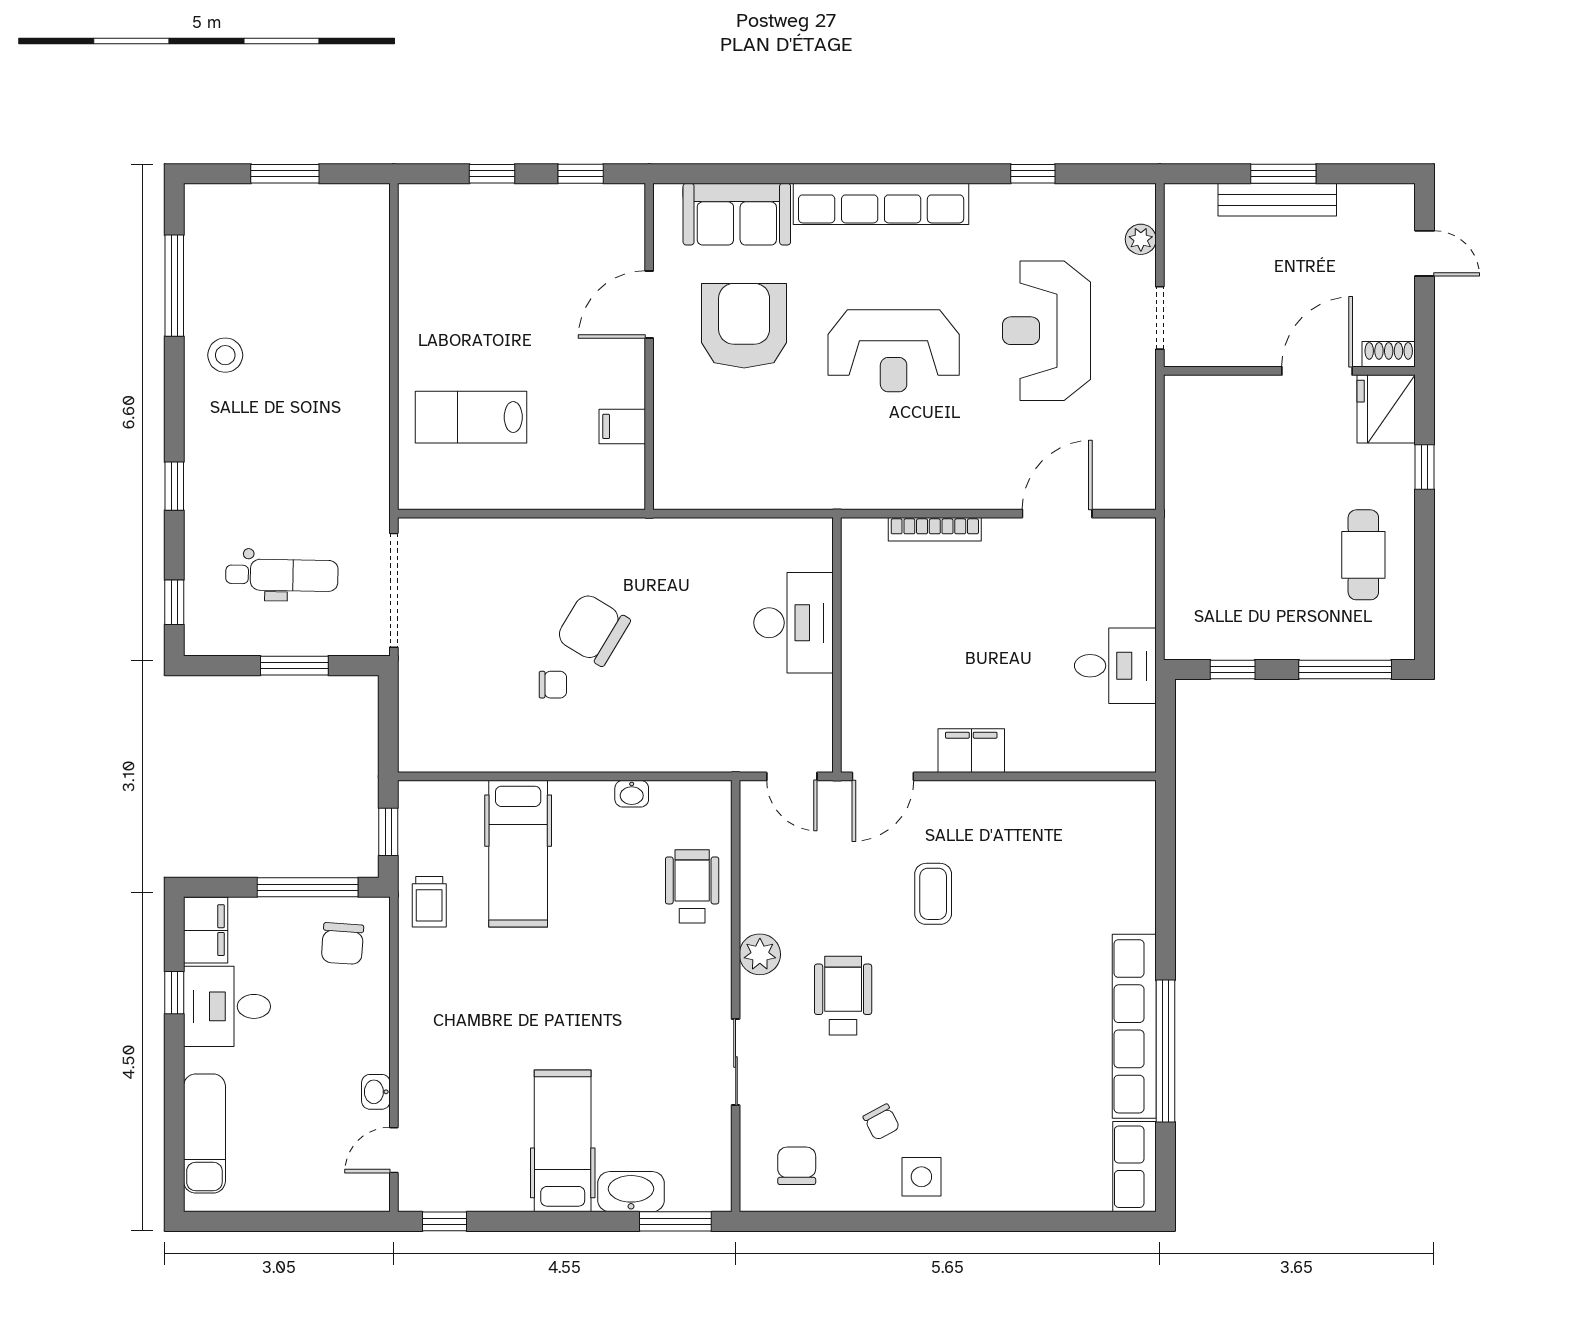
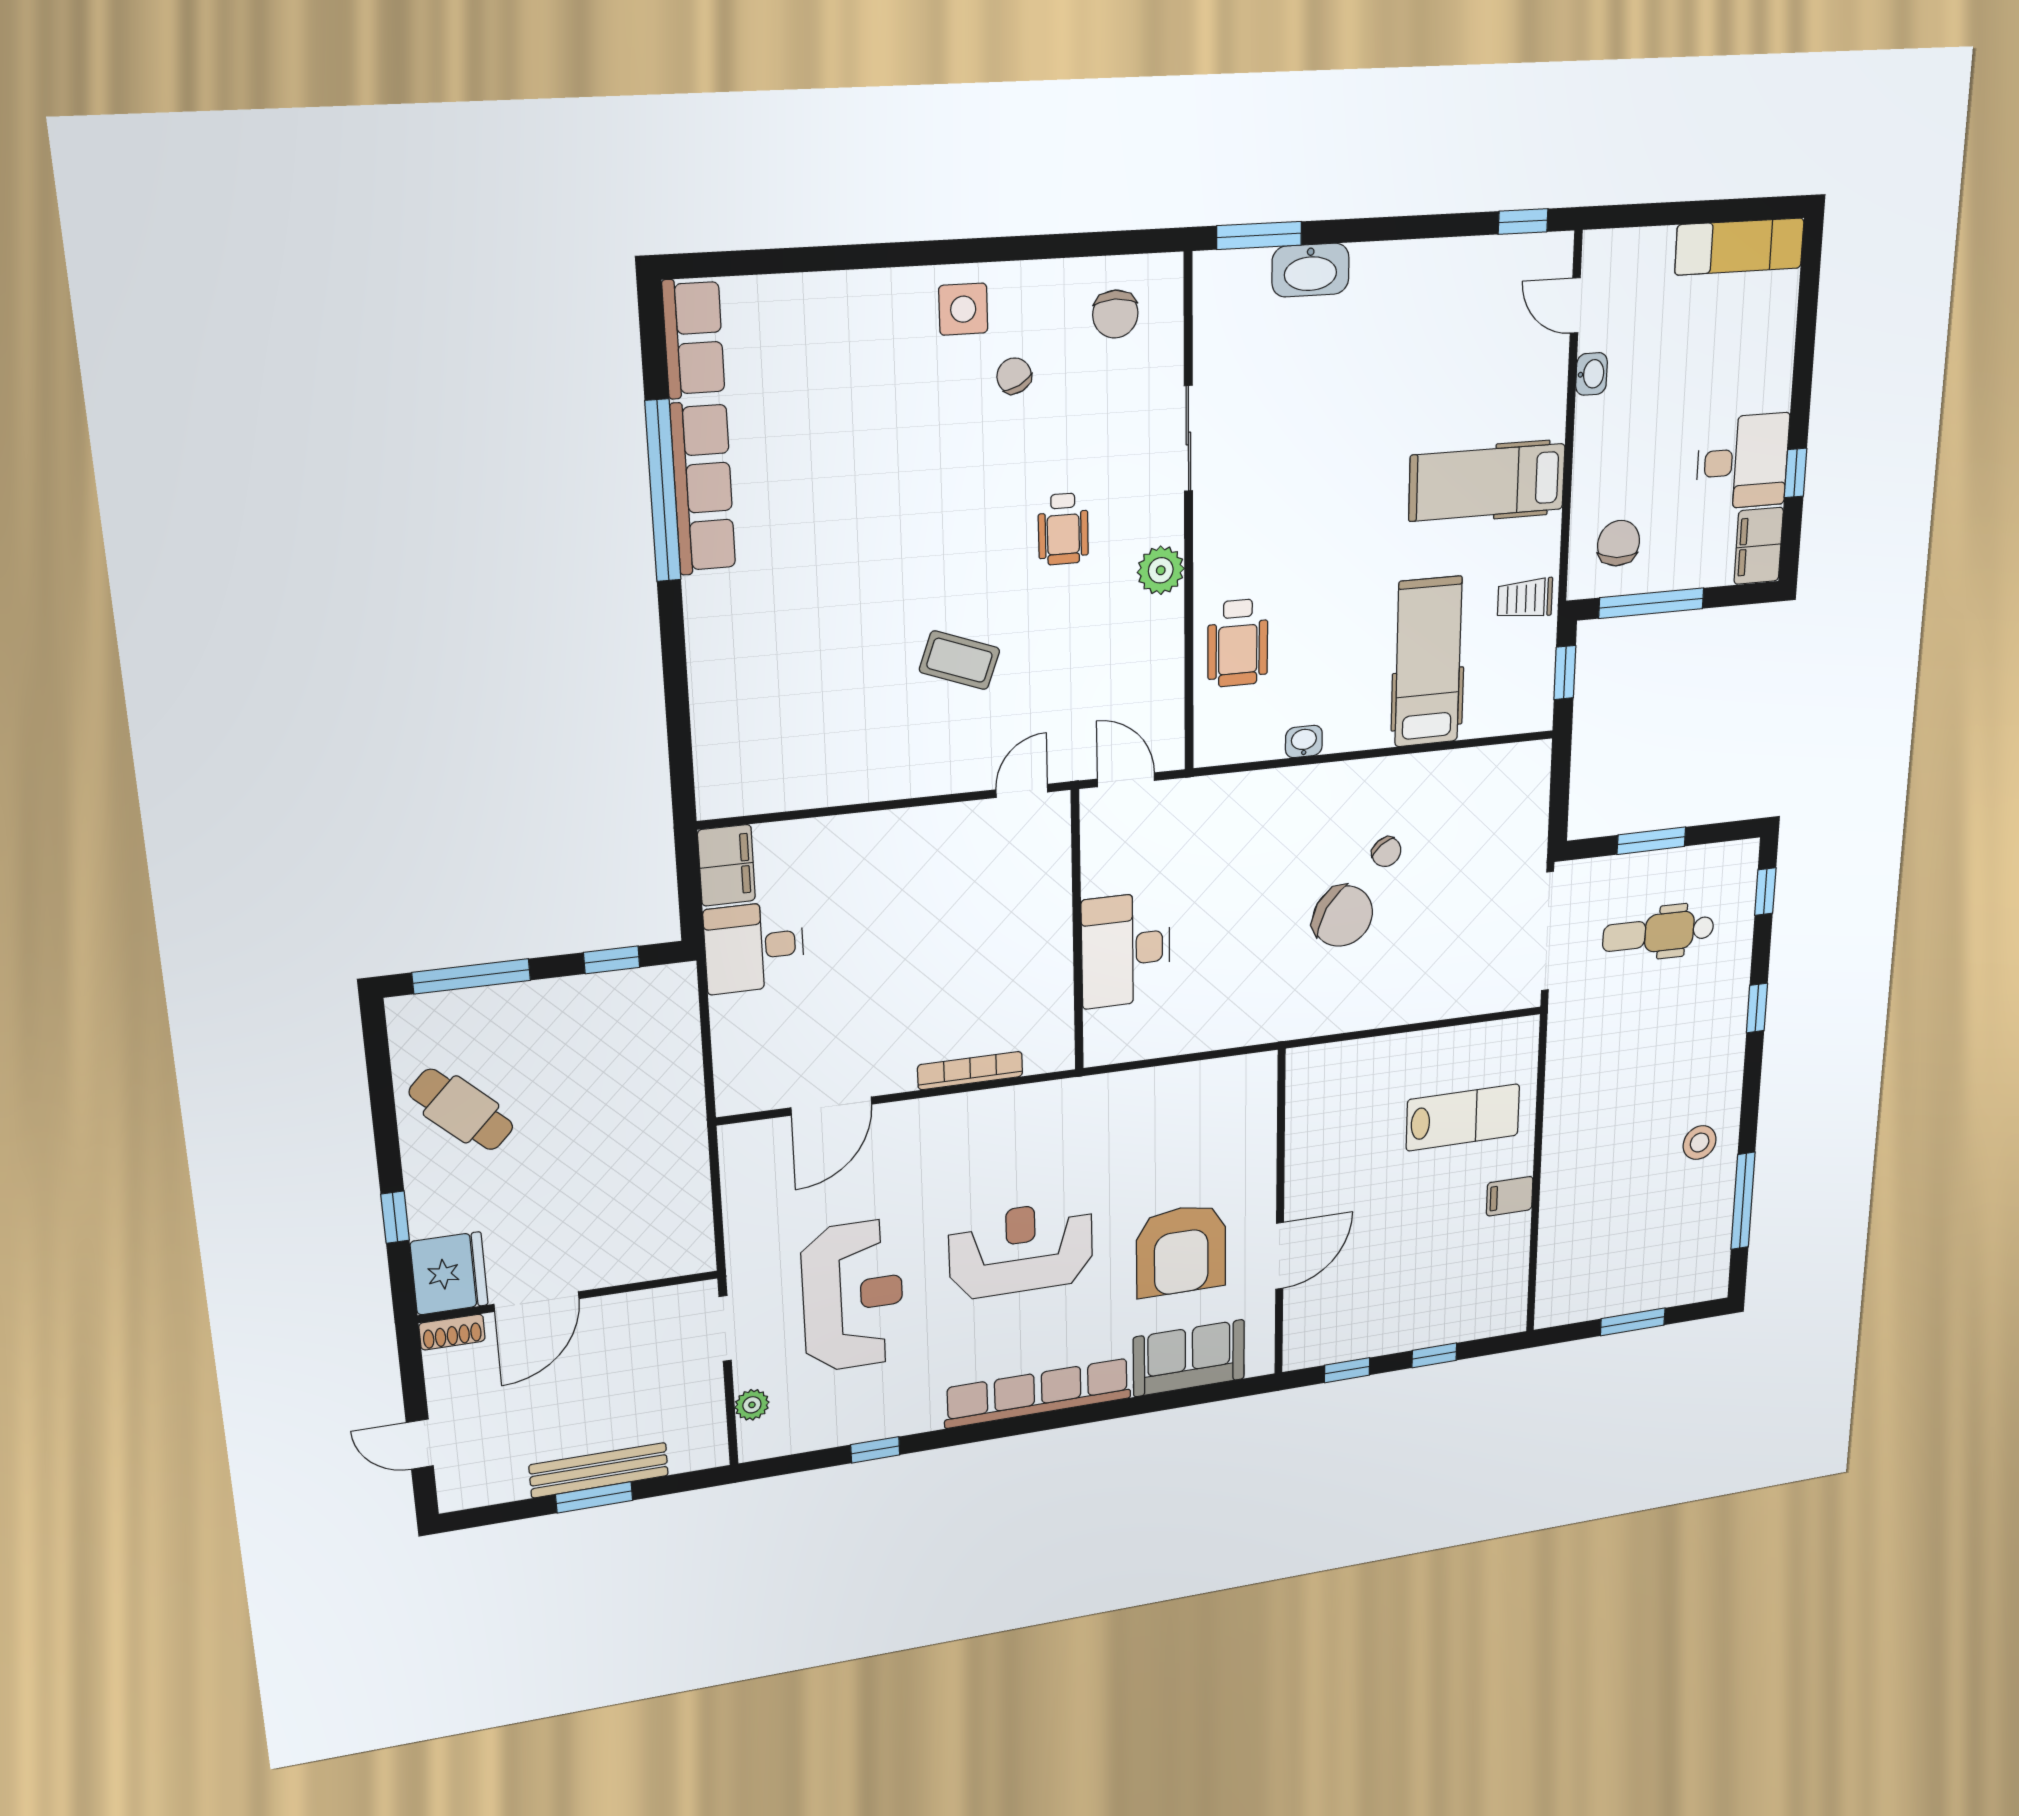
filing cabinet: (622, 426) -> (1510, 1196), moved, turned 180
cafe table: (1363, 555) -> (461, 1110), turned -46
chair: (553, 685) -> (1386, 852), turned -128
filing cabinet: (971, 751) -> (726, 865), moved, turned -90
door: (883, 776) -> (1022, 791), width x0.73
coffee table: (933, 894) -> (959, 660), turned -70
trolley: (429, 902) -> (1525, 599), turned -90
wheelchair: (843, 996) -> (1063, 529), width x0.73, depth x0.73
row of seats: (1134, 1026) -> (703, 488), width x0.73
exam couch: (204, 1134) -> (1740, 246), moved, turned -90
hospital bed: (563, 1141) -> (1487, 482), moved, turned 90
door: (394, 1150) -> (1575, 306), swing flipped

